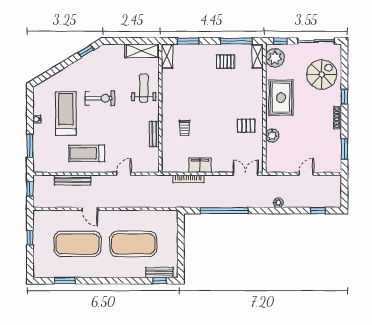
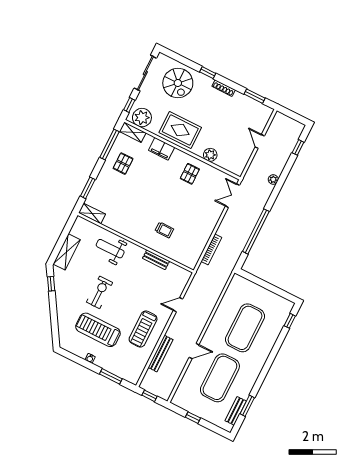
shelving: (142, 51) -> (67, 252), moved
spiral stairs: (322, 75) -> (178, 83), turned 180
filing cabinet: (200, 165) -> (162, 149), moved, turned -90
door: (124, 174) -> (178, 305), hinge flipped
bench: (159, 273) -> (236, 411), moved

